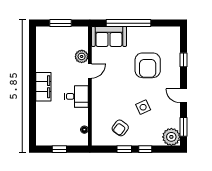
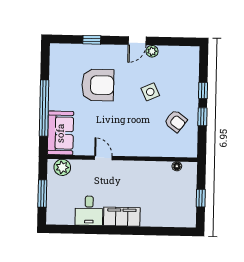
plant: (82, 56) -> (62, 167), moved
desk: (76, 96) -> (89, 211), moved, turned 180
window: (184, 127) -> (176, 42), removed
plant: (171, 137) -> (152, 51), moved, width x0.53, depth x0.53

